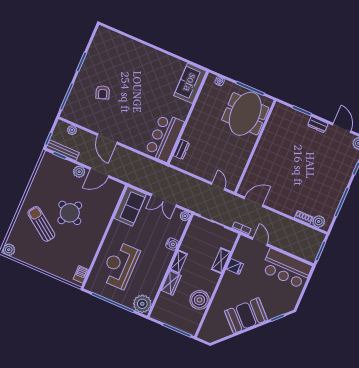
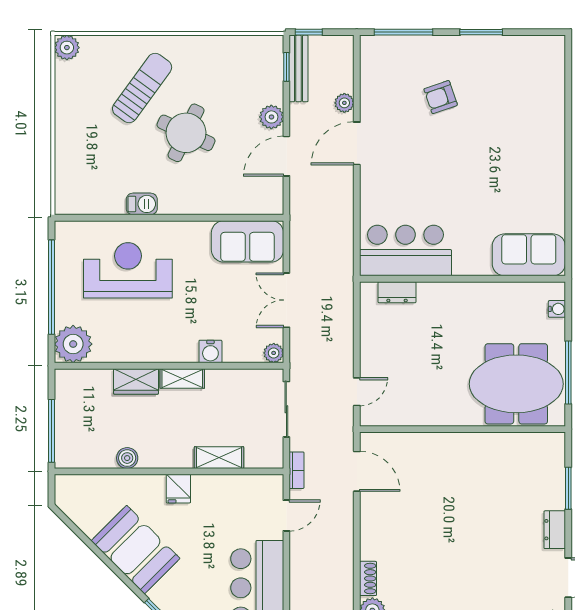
plant: (72, 130) -> (344, 103), moved
door: (99, 173) -> (286, 156), hinge flipped
fridge: (235, 267) -> (178, 489), moved
barbecue: (81, 274) -> (142, 204), moved
boiler: (200, 300) -> (127, 458), width x0.54, depth x0.54

